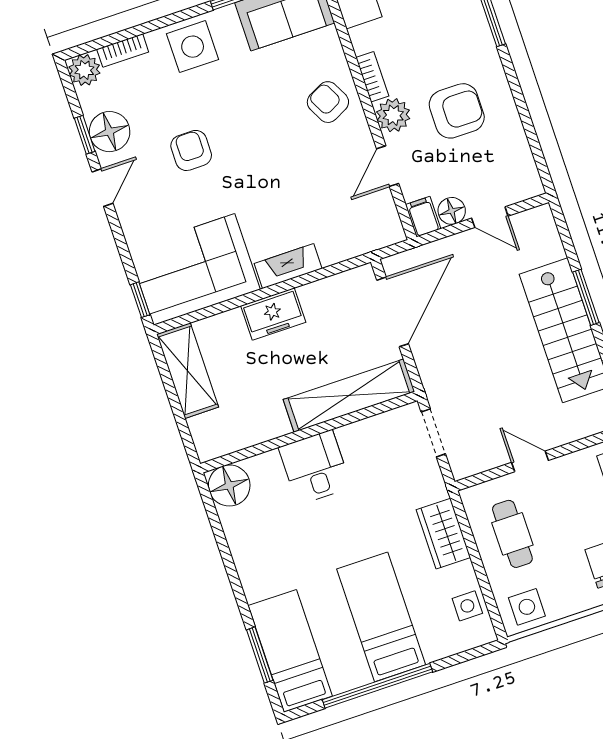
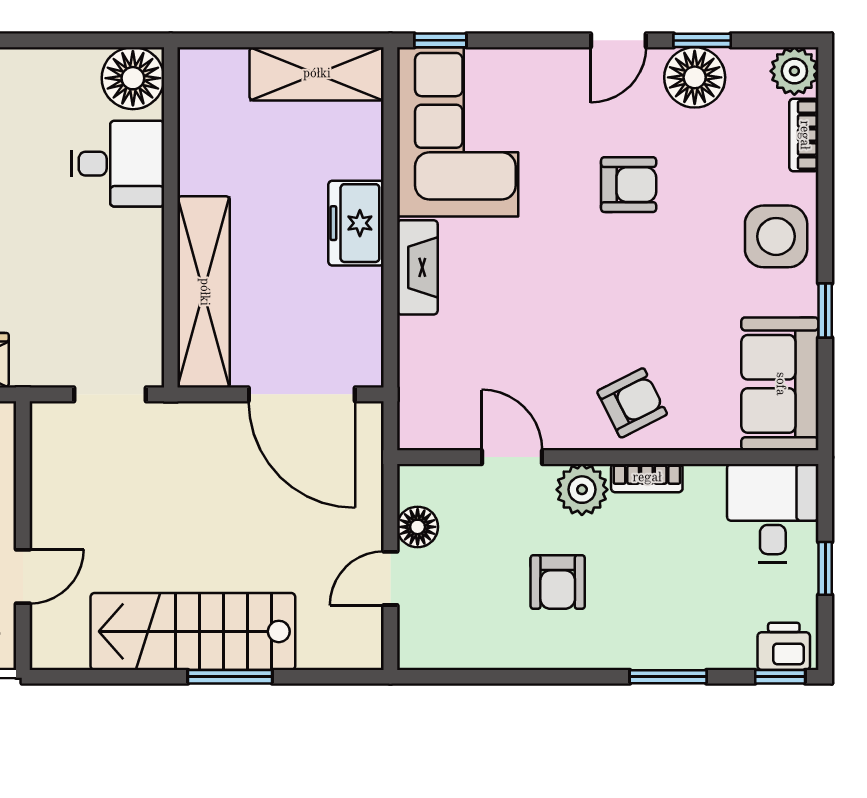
armchair: (457, 111) -> (558, 582), width x0.72, depth x0.72
door: (102, 188) -> (618, 40), hinge flipped
filing cabinet: (423, 217) -> (423, 483), removed
door: (530, 461) -> (23, 576), moved
desk: (315, 467) -> (118, 164), moved

